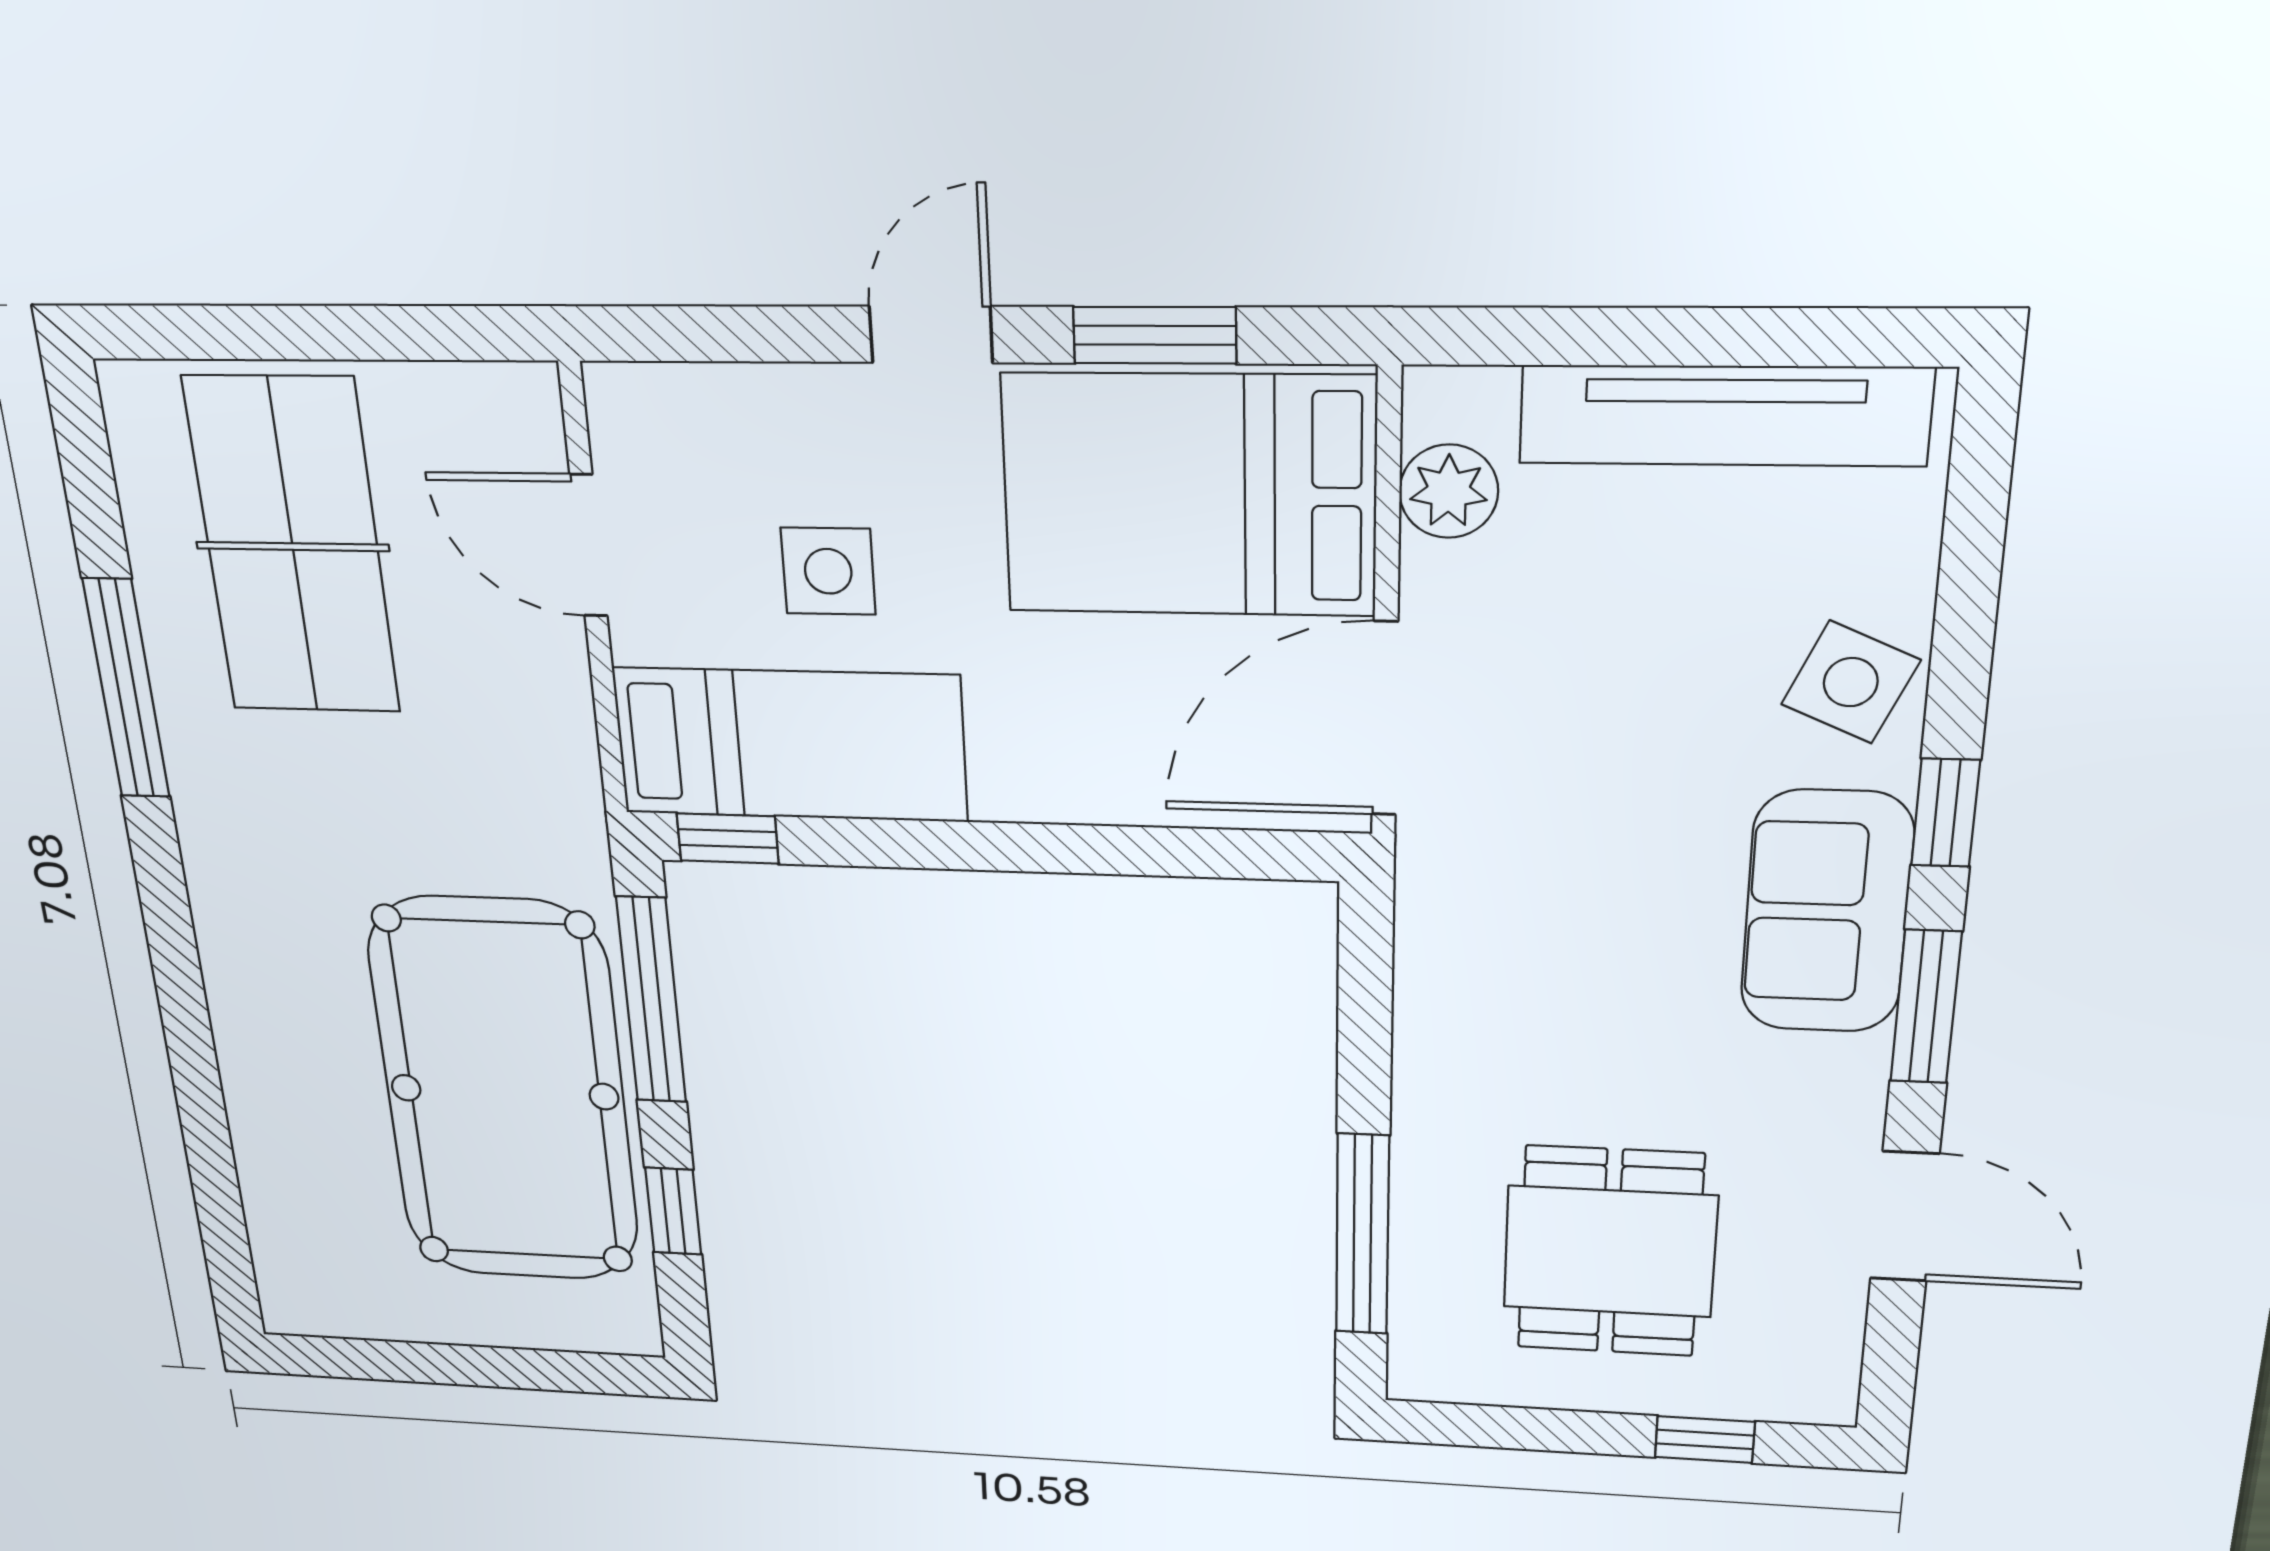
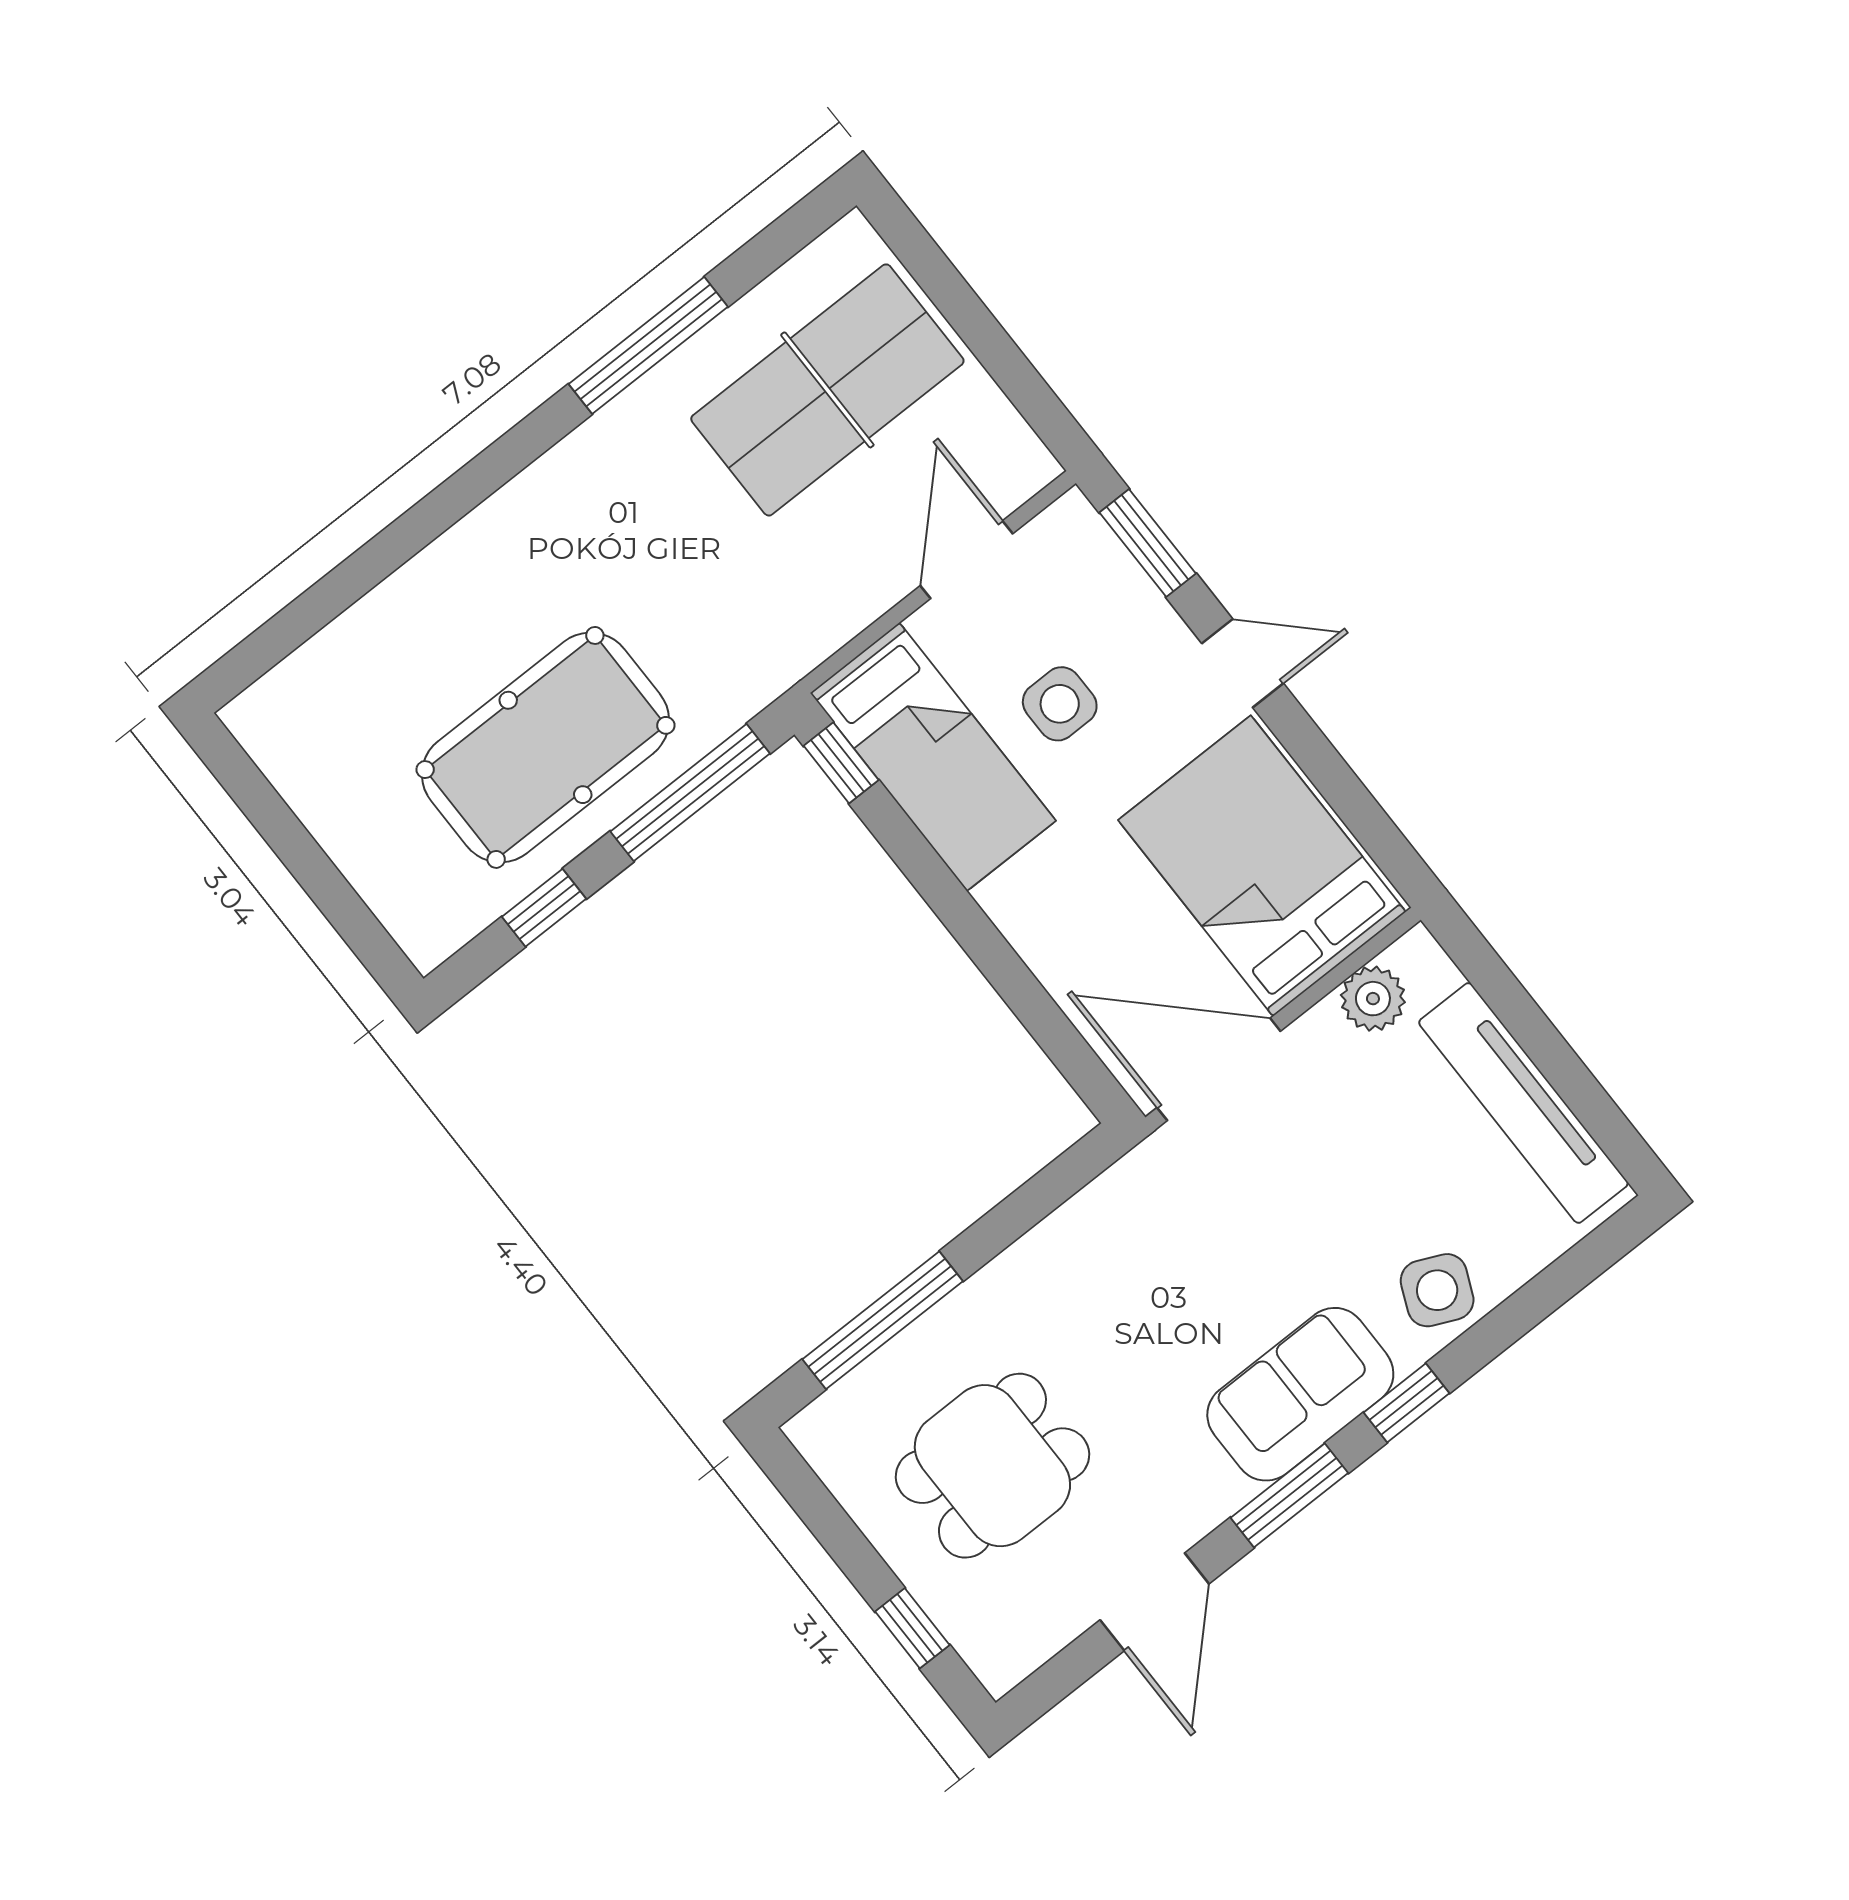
window: (1155, 335) -> (1148, 543), moved
pool table: (505, 1092) -> (545, 747), width x0.73, depth x0.76

